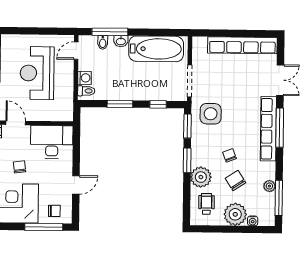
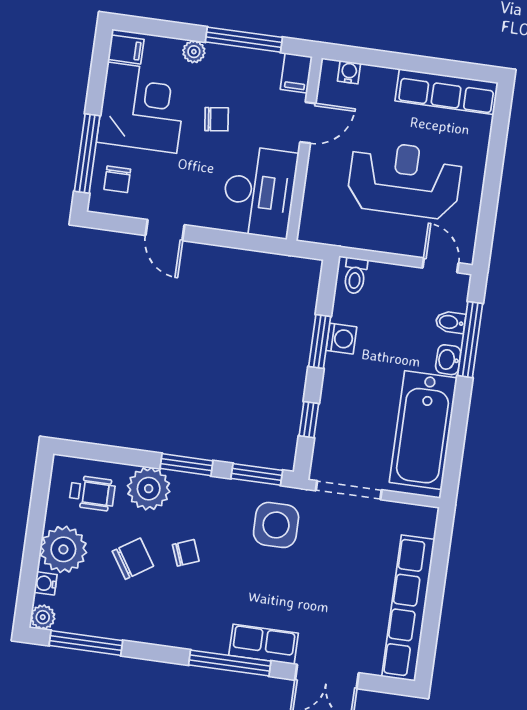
washing machine: (85, 78) -> (341, 339), moved, turned -90
row of seats: (268, 129) -> (264, 644), width x0.50
plant: (269, 186) -> (43, 617), moved

